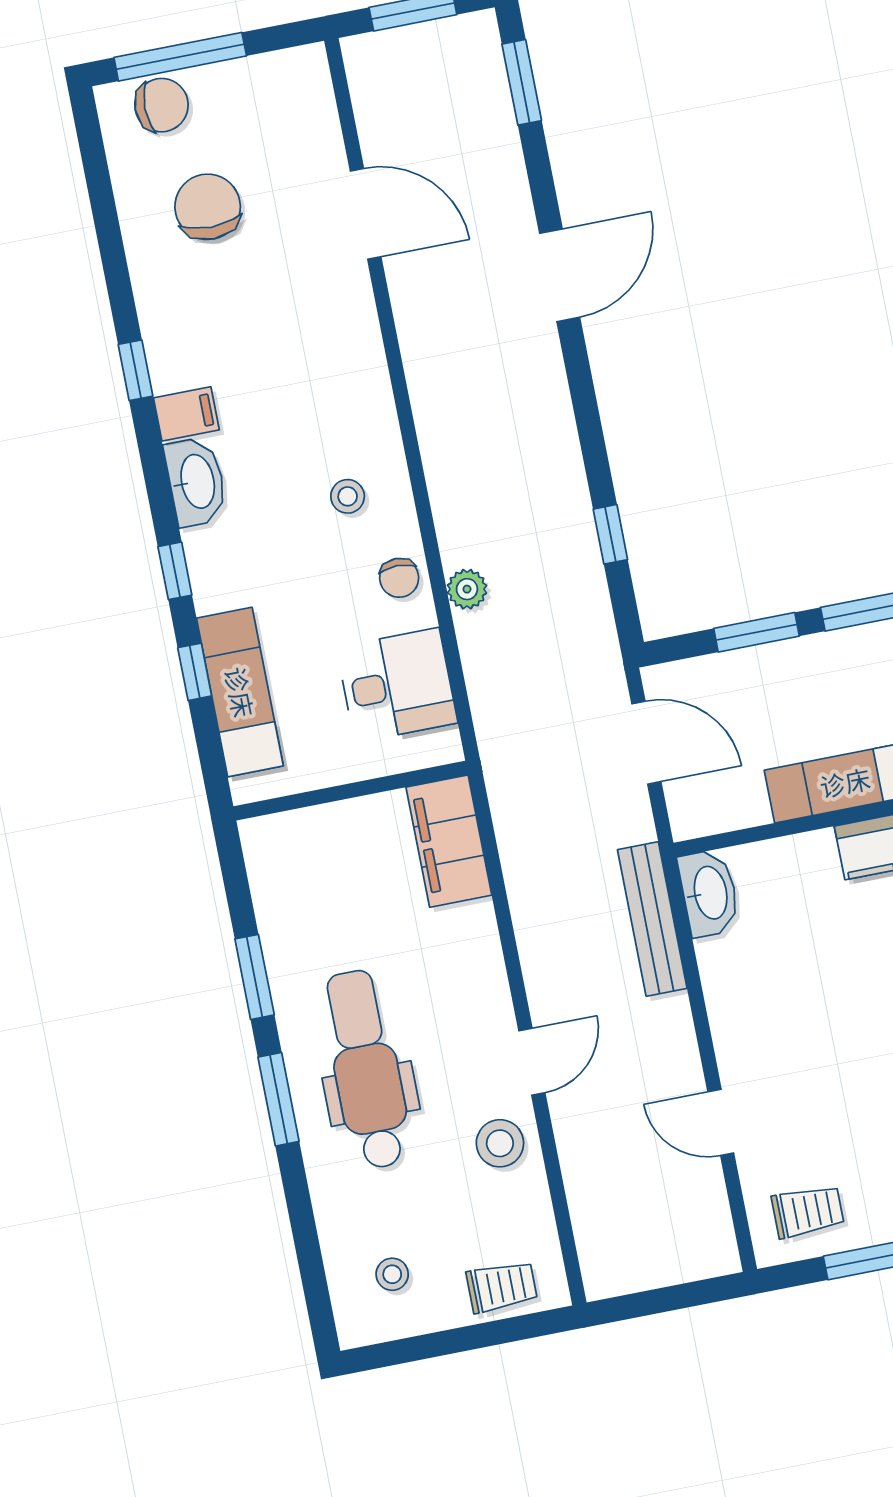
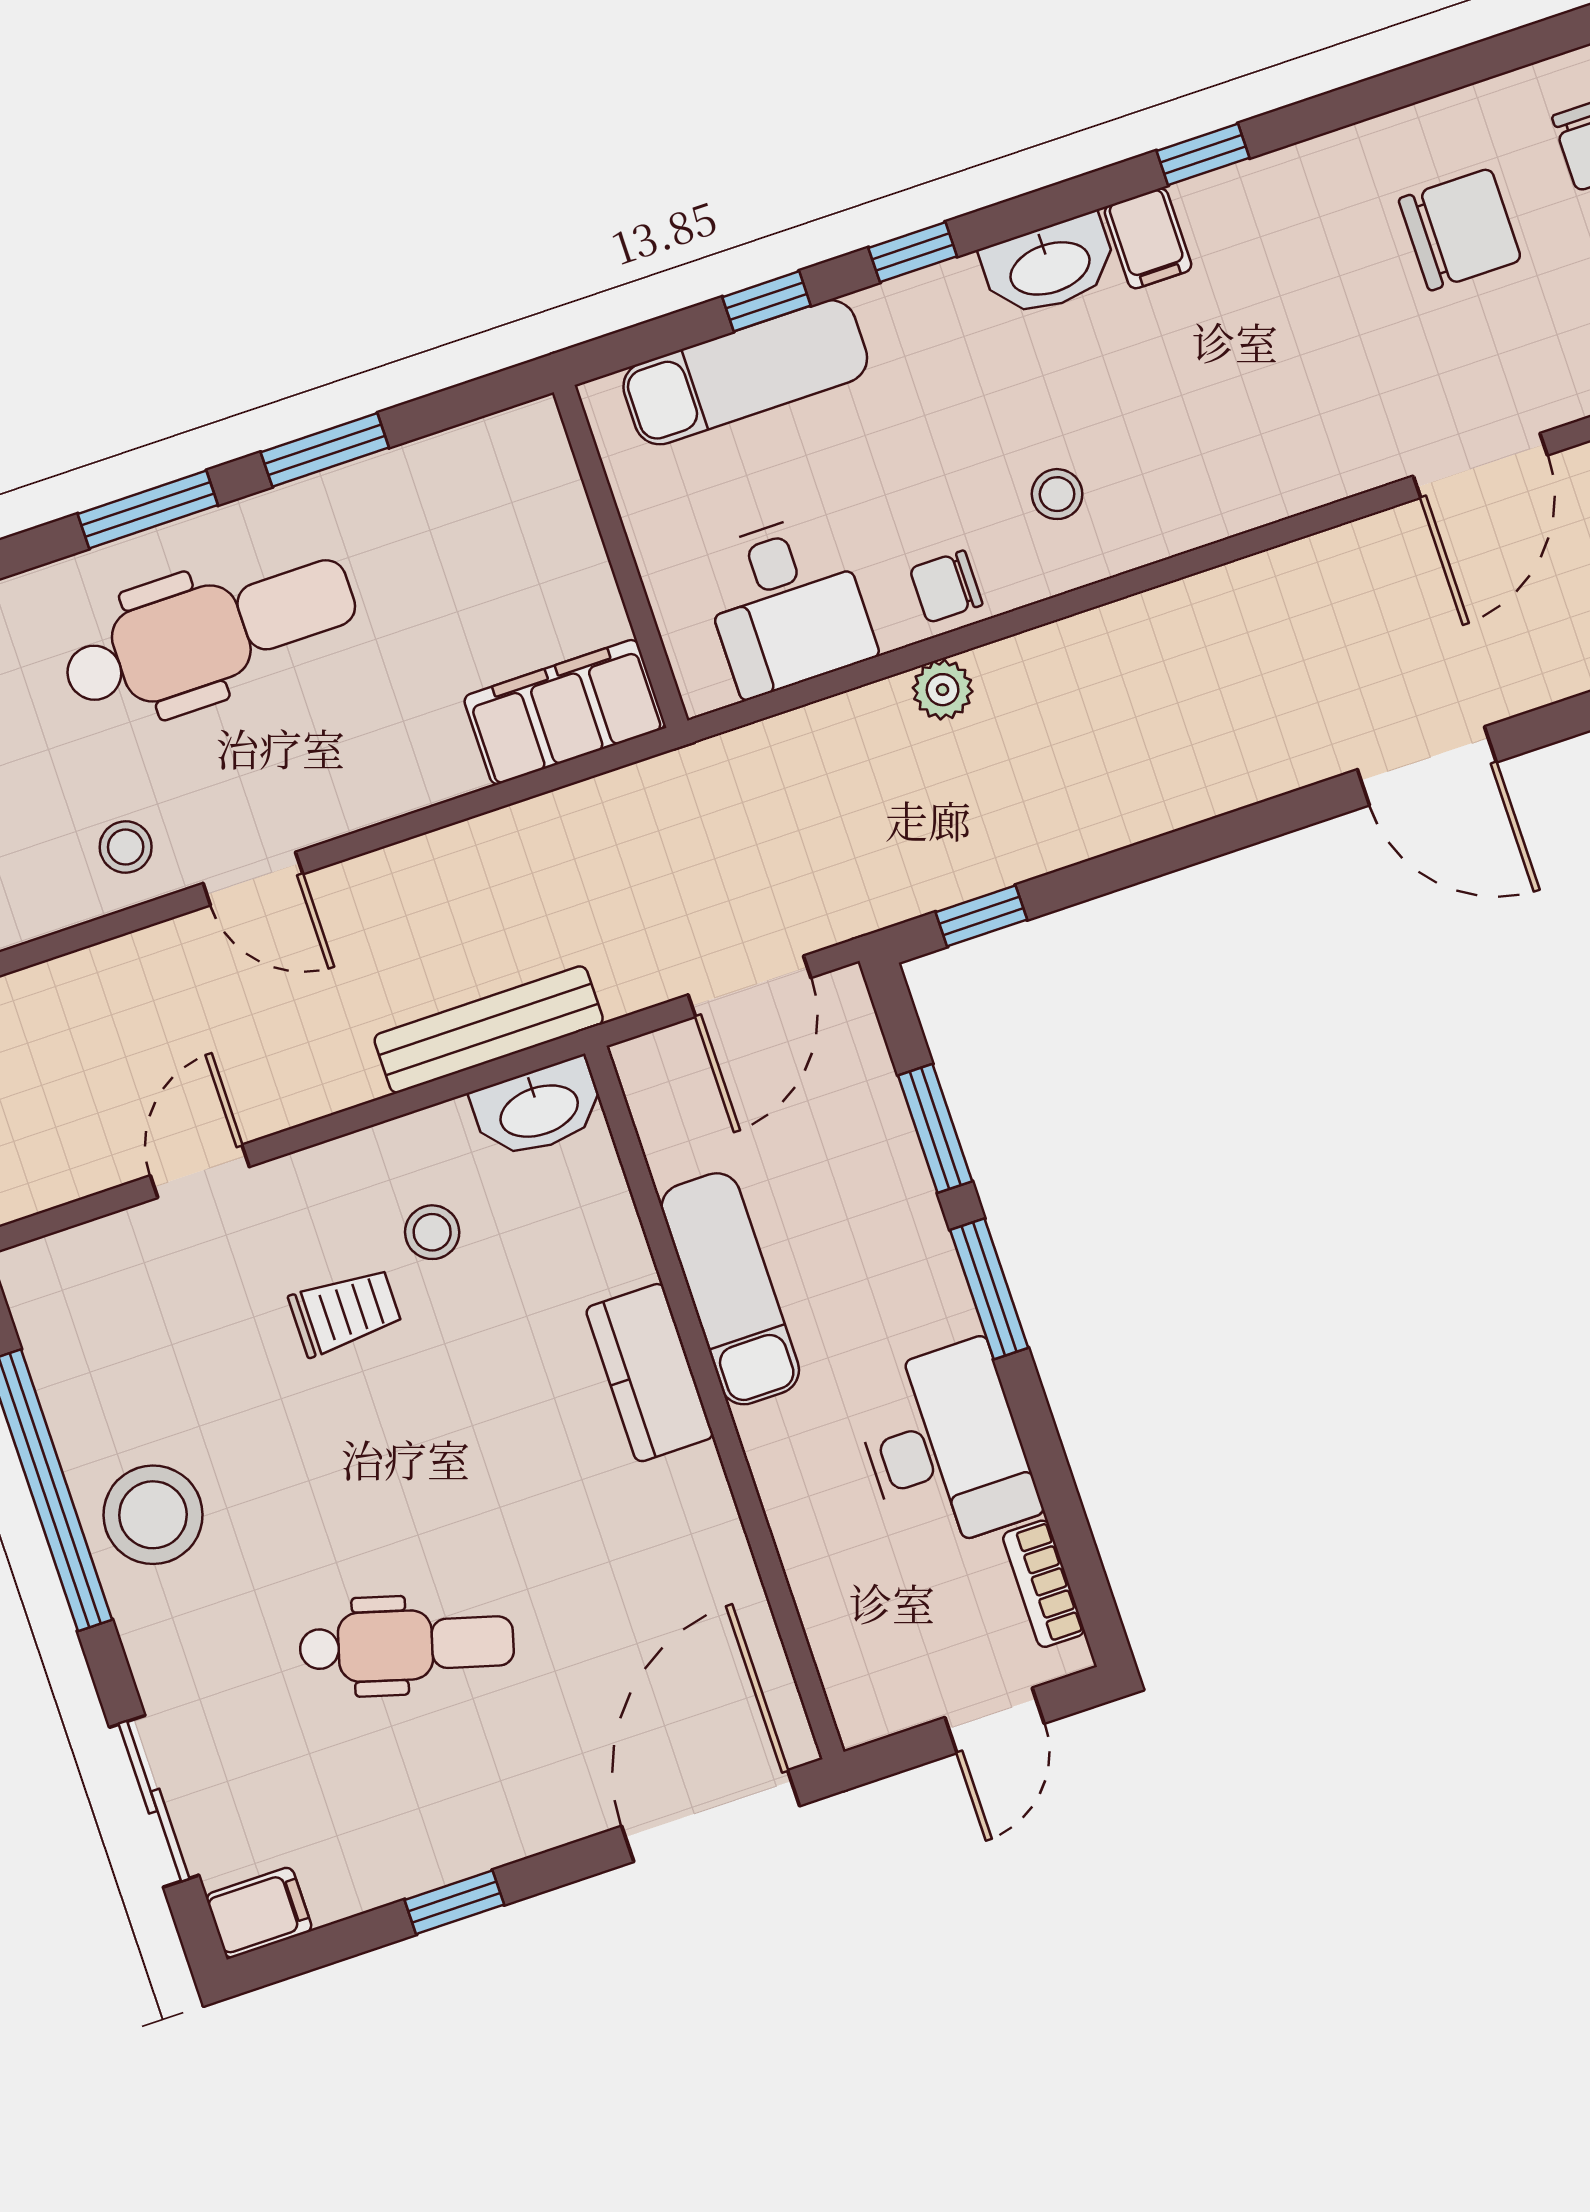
window: (610, 534) -> (981, 916), moved
stool: (781, 974) -> (432, 1232), added
stool: (500, 1143) -> (126, 847), width x0.73, depth x0.73
trolley: (808, 1211) -> (345, 1312), moved, turned -90

